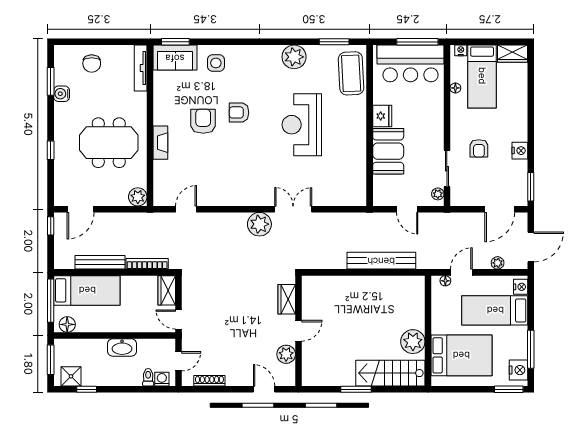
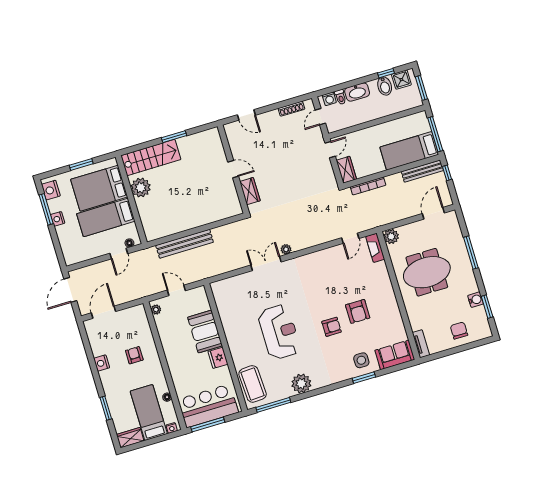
window: (175, 42) -> (364, 378), moved
window: (334, 42) -> (273, 405), width x1.44
tv unit: (141, 68) -> (421, 344), width x0.71
fireplace: (160, 143) -> (375, 248), moved
window: (51, 150) -> (471, 253), width x2.17
sliding door: (447, 169) -> (155, 332), removed
window: (531, 187) -> (106, 408), moved
double door: (293, 209) -> (266, 263), swing flipped
plant: (259, 224) -> (286, 249), width x0.53, depth x0.53
window: (51, 226) -> (447, 173), moved
bench: (100, 262) -> (422, 171), moved
plant: (498, 263) -> (93, 269), removed
nightstand: (521, 287) -> (58, 219), moved
bed: (495, 310) -> (106, 217), moved, turned 180
door: (179, 319) -> (330, 150), hinge flipped
floor lamp: (67, 324) -> (417, 119), removed
door: (299, 331) -> (233, 169), swing flipped
washbasin: (122, 347) -> (357, 92), moved, turned 180
plant: (286, 354) -> (237, 148), removed
bidet: (93, 375) -> (385, 86), added
window: (509, 389) -> (81, 165), moved

